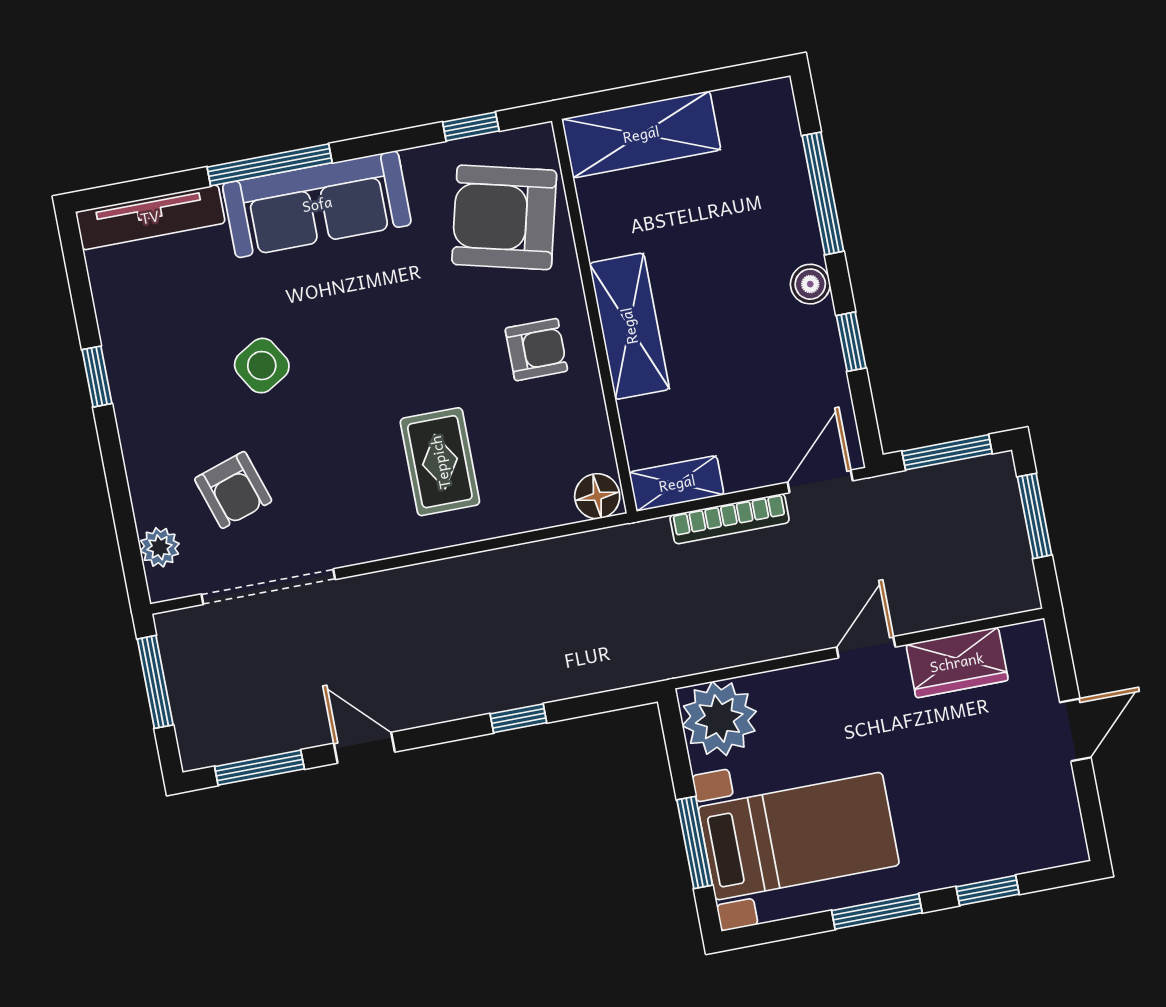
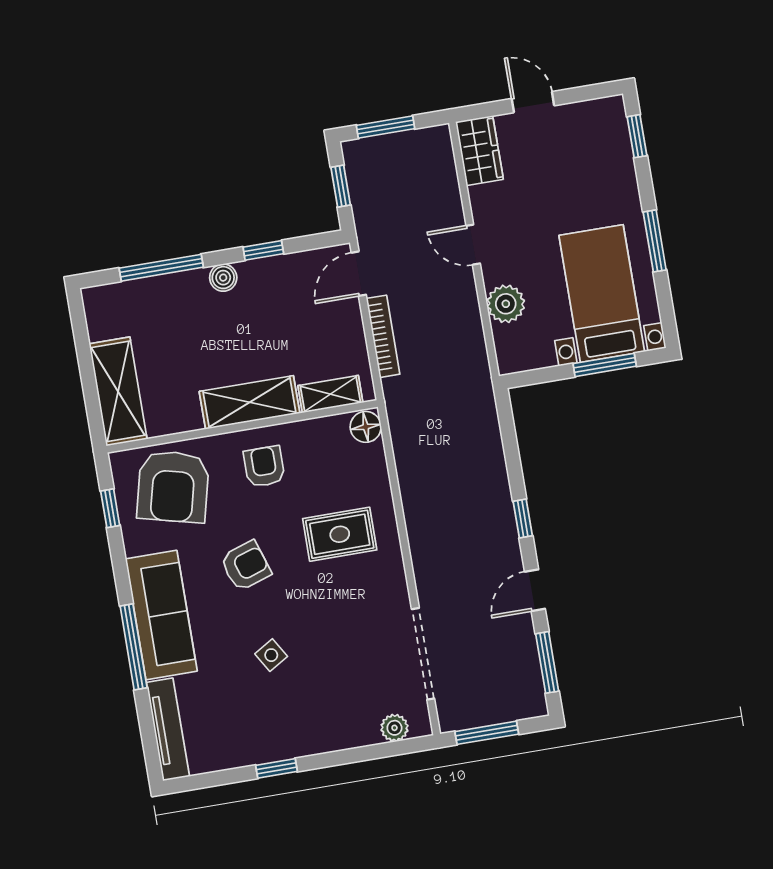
side table: (262, 366) -> (271, 655), width x0.73, depth x0.73
window: (947, 452) -> (341, 186), width x0.67
door: (820, 481) -> (359, 274), hinge flipped
shelving: (677, 483) -> (330, 394), moved, turned 90
armchair: (233, 490) -> (246, 566), moved
wardrobe: (957, 662) -> (480, 151), moved
window: (518, 718) -> (523, 519), moved
plant: (719, 719) -> (506, 304), moved, width x0.73, depth x0.73
window: (988, 890) -> (637, 136), moved

